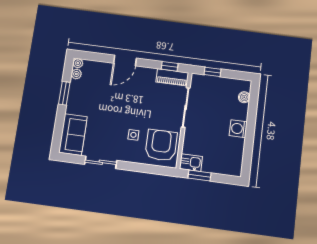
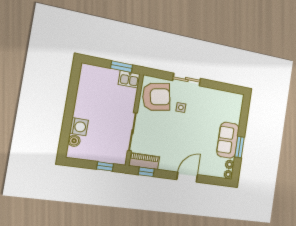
washing machine: (238, 129) -> (79, 127), moved
sofa: (73, 135) -> (228, 140), moved
armchair: (161, 145) -> (156, 97), turned -100
sliding door: (101, 162) -> (187, 80), moved

